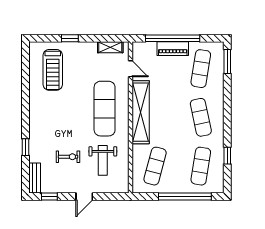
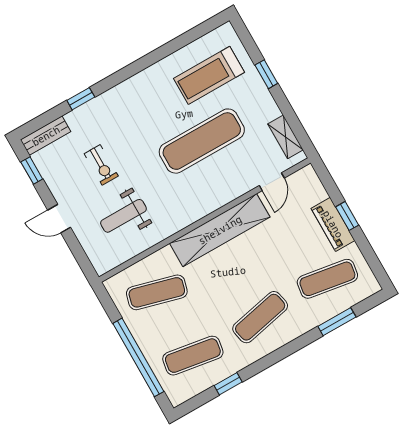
window: (173, 38) -> (347, 216), width x0.32
window: (227, 62) -> (337, 322), moved
exercise mat: (105, 109) -> (202, 141), moved

